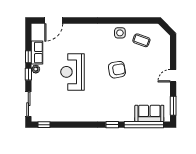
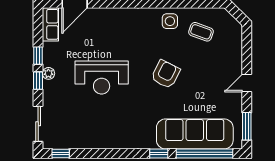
row of seats: (37, 53) -> (50, 24), moved
armchair: (117, 70) -> (166, 74), turned -53
reception desk: (72, 72) -> (102, 77), turned -90
sofa: (149, 113) -> (195, 134), width x1.85, depth x1.27

